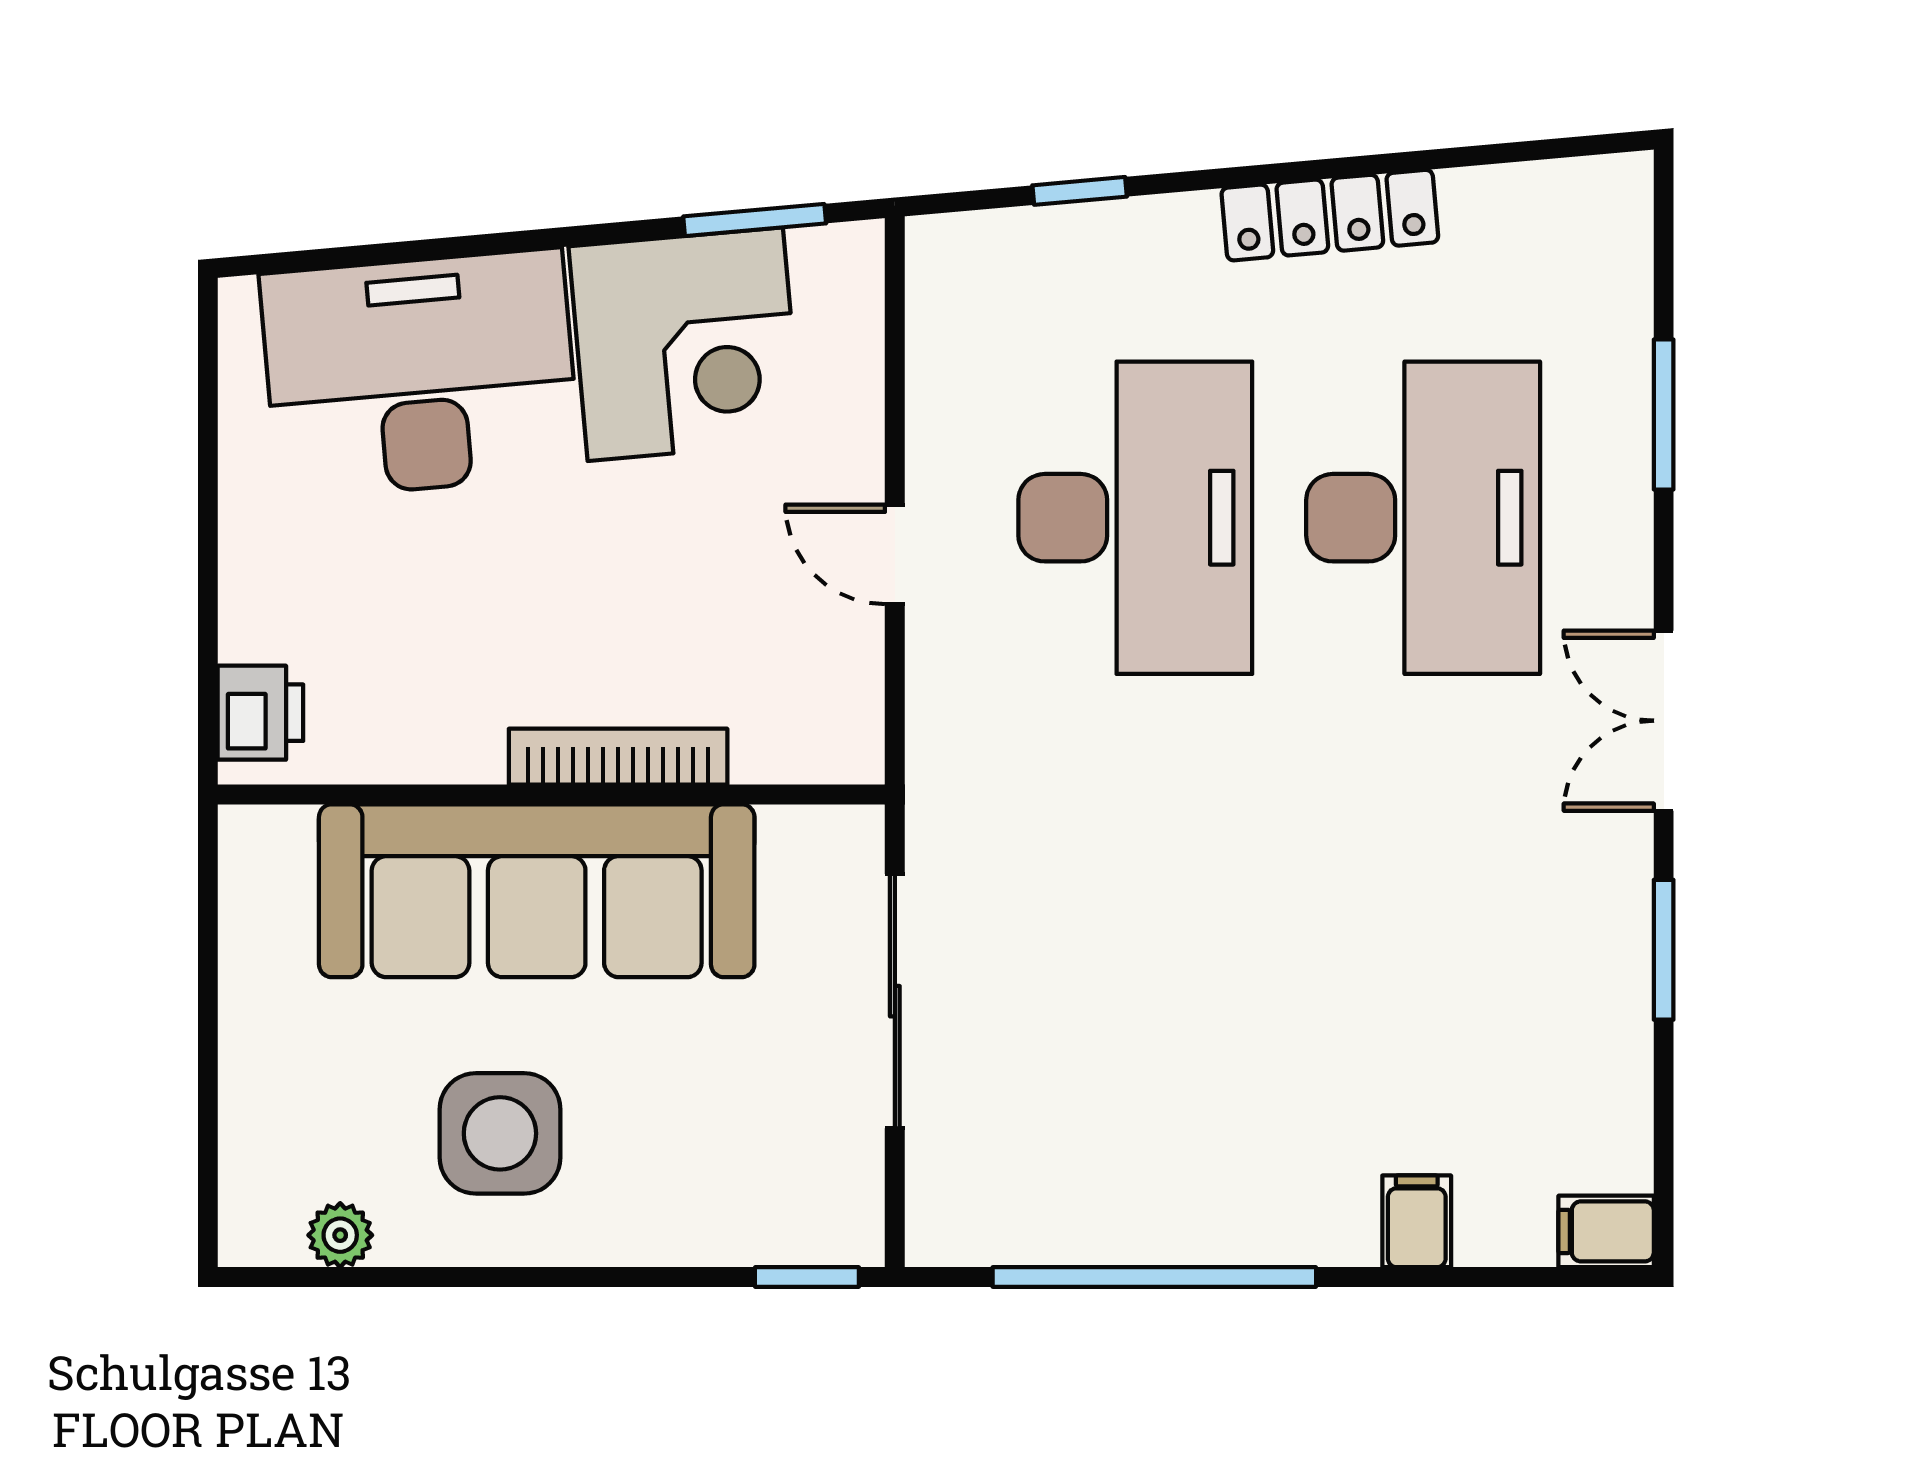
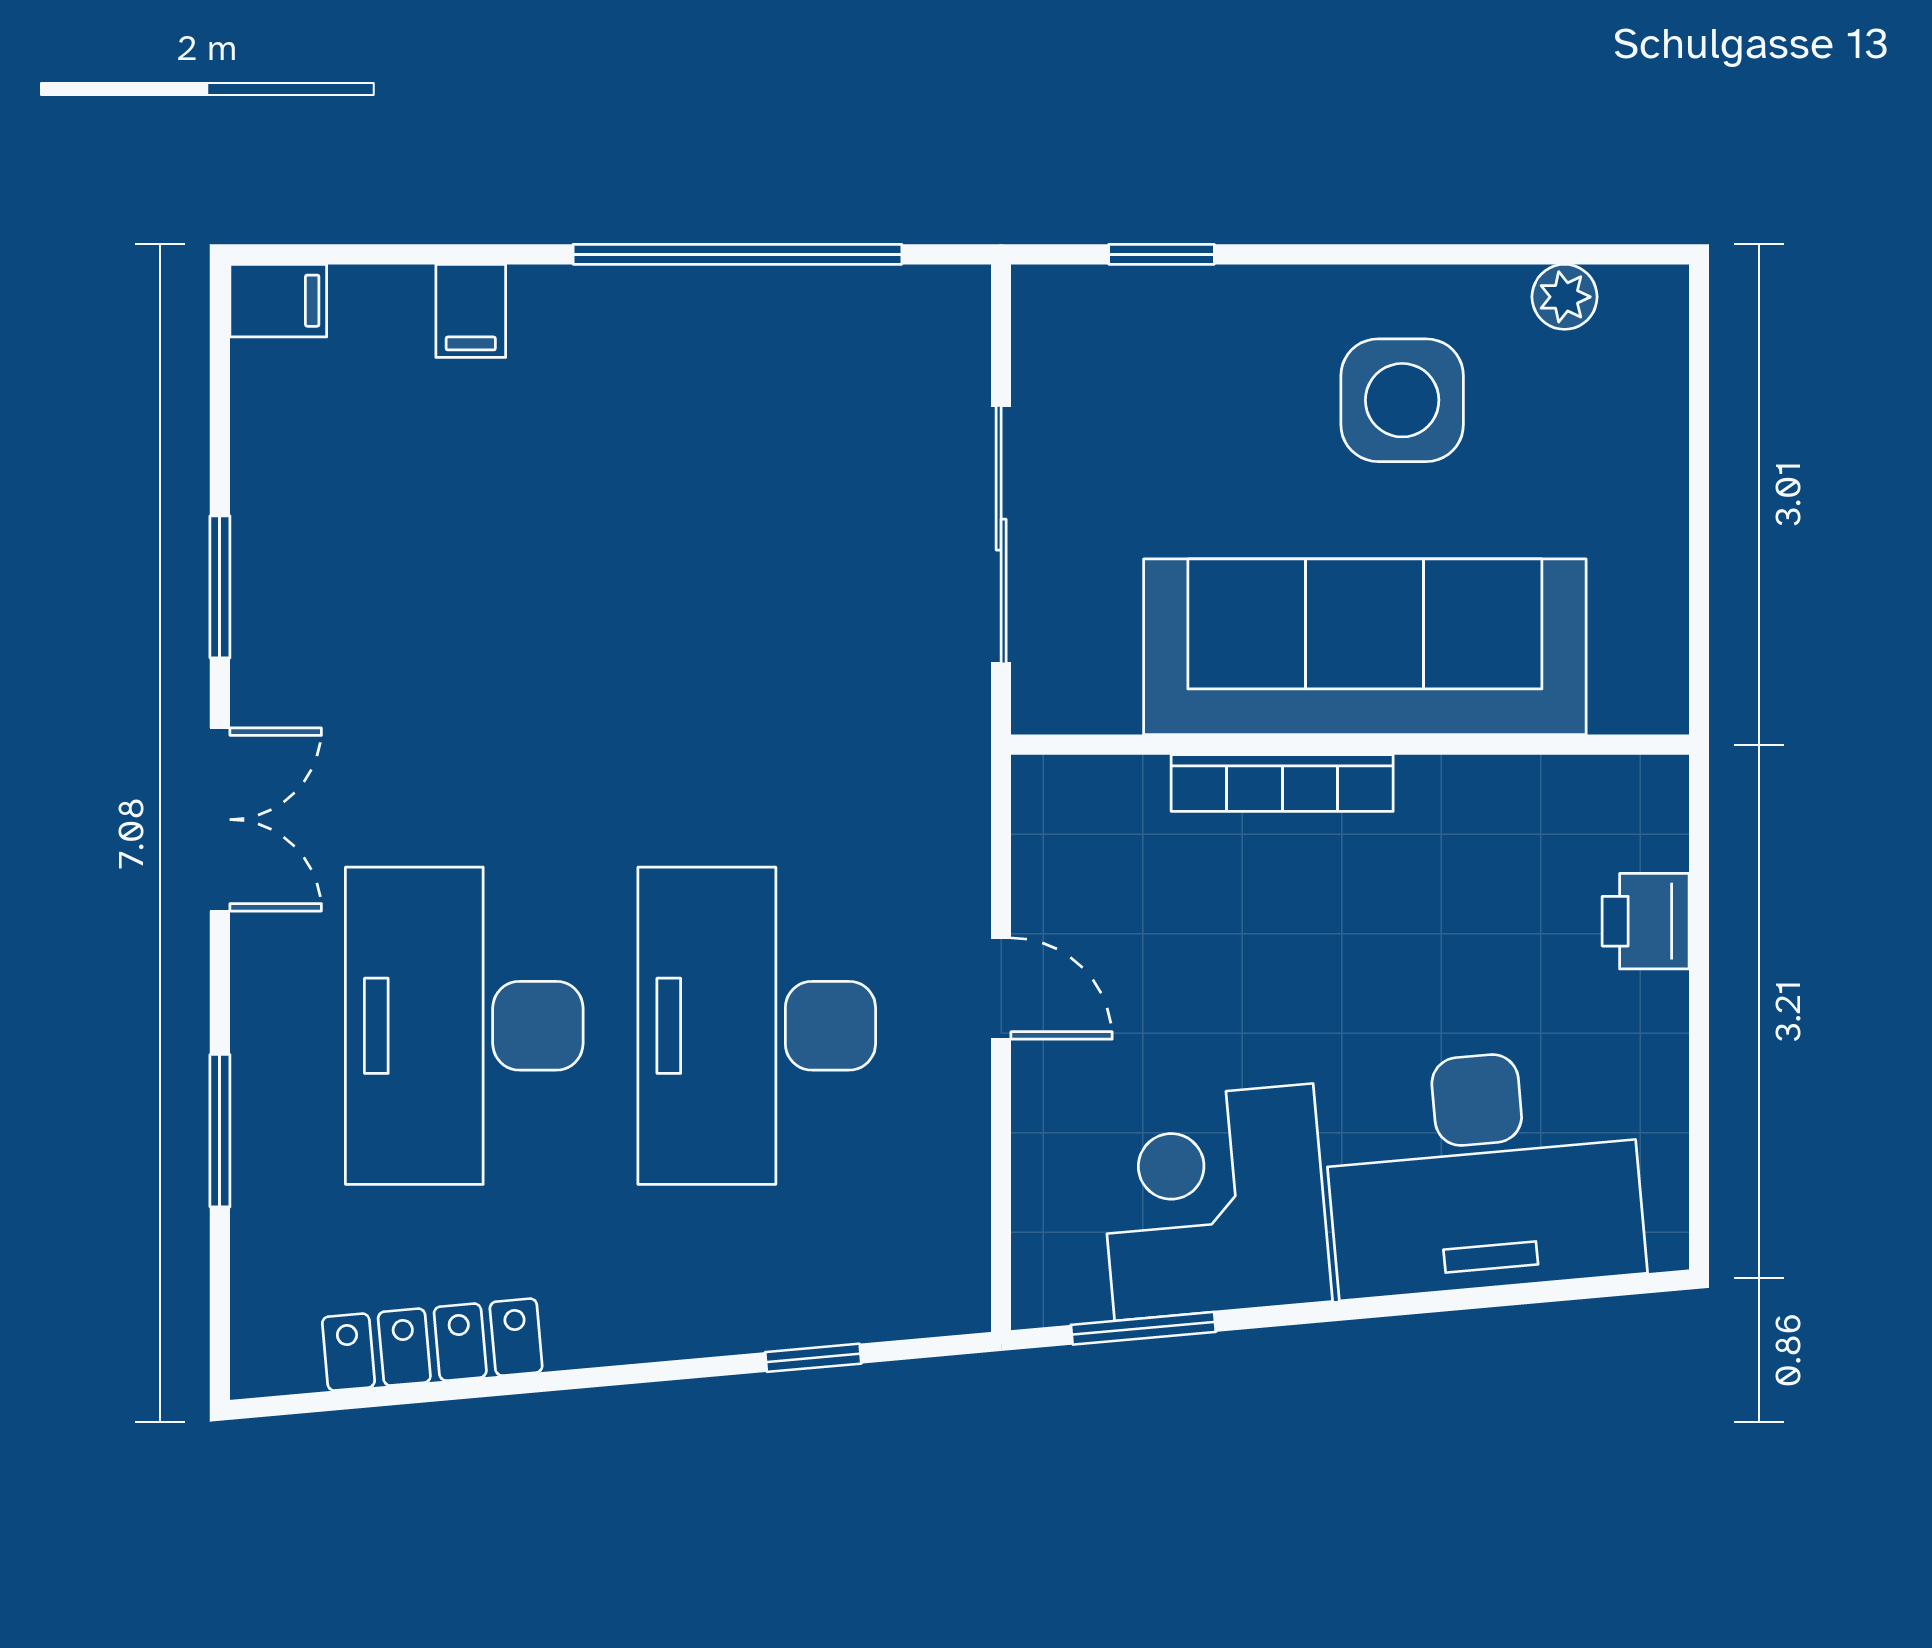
locker: (1330, 215) -> (432, 1345), moved
printer: (260, 713) -> (1646, 921), moved
window: (807, 1277) -> (1161, 254), moved

